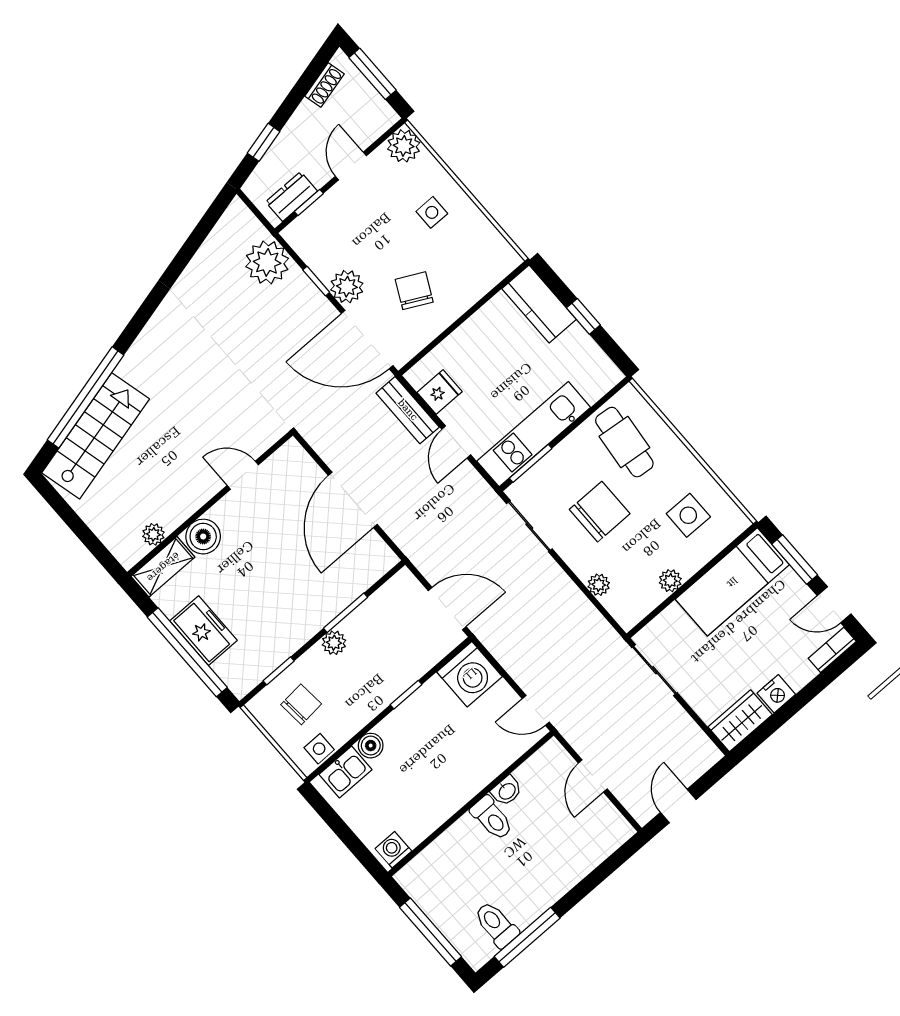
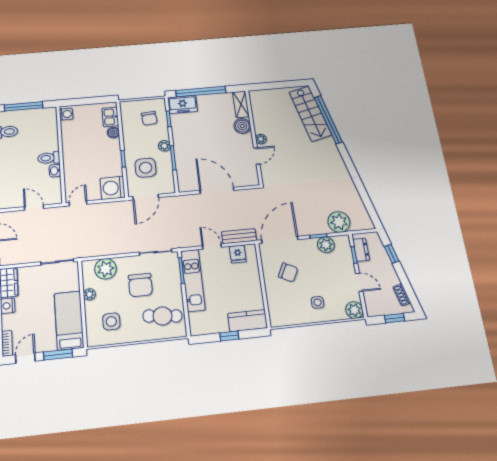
window: (373, 74) -> (395, 318), width x0.67
plant: (347, 287) -> (326, 245), moved
plant: (153, 534) -> (261, 139), moved
plant: (599, 585) -> (105, 269), width x1.88, depth x1.88
freezer: (204, 631) -> (183, 104), moved
side table: (319, 749) -> (146, 168), moved, width x1.87, depth x1.87

